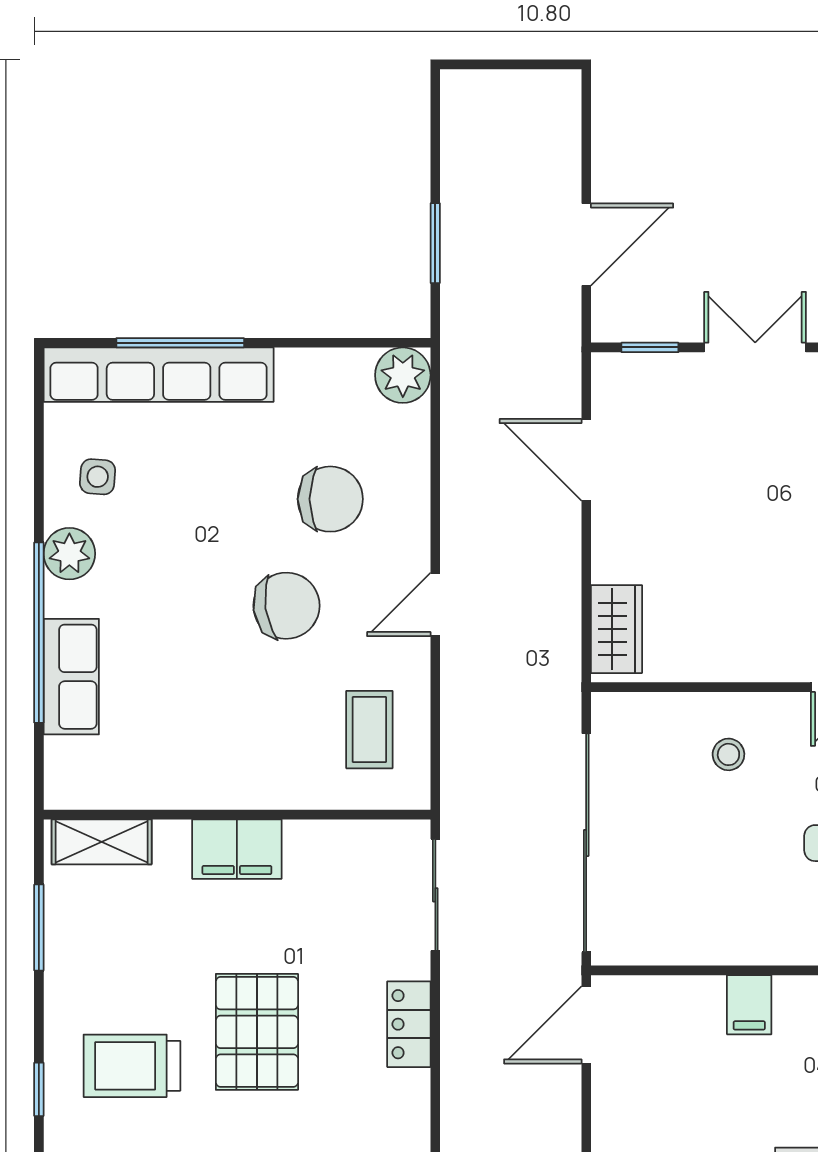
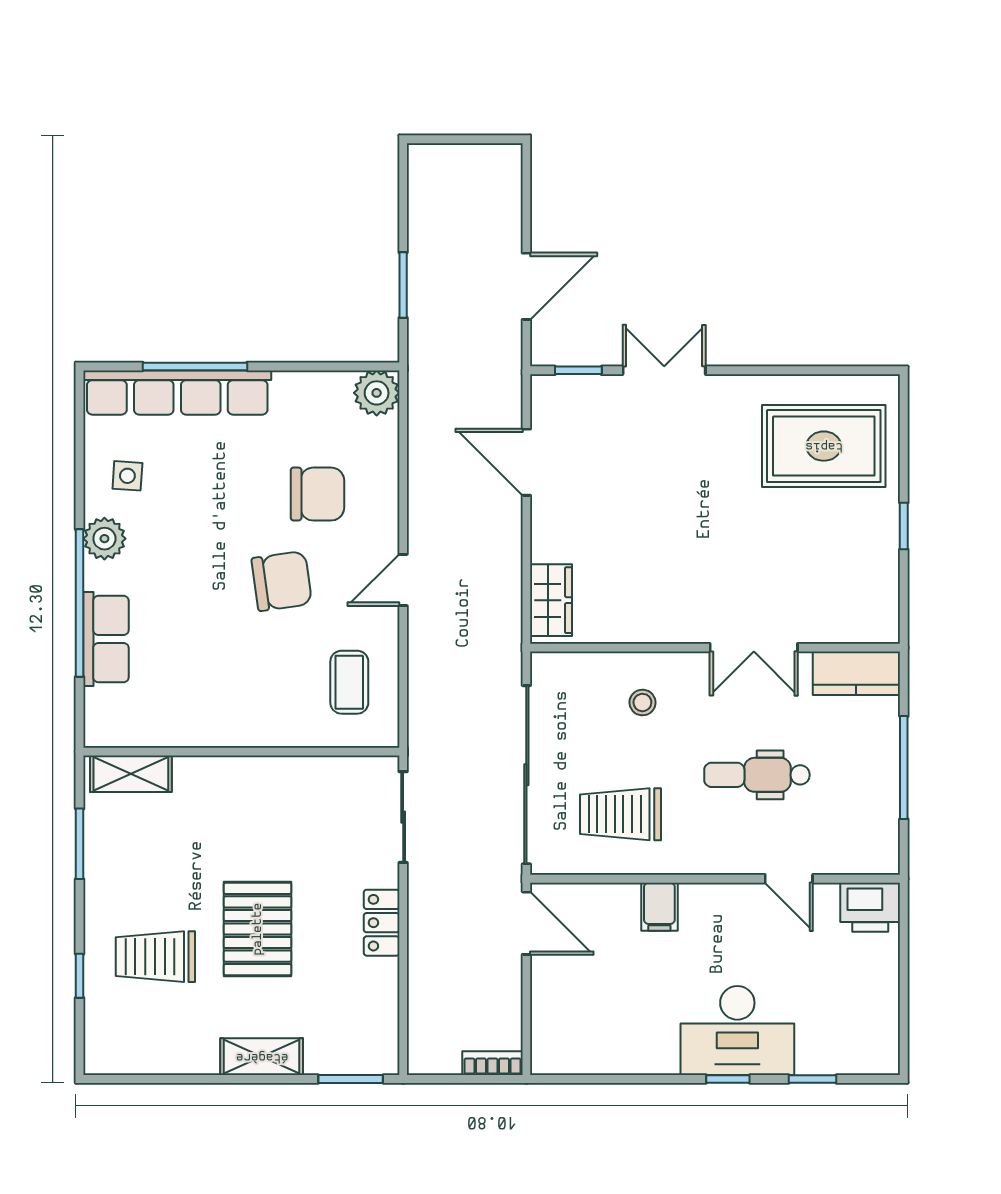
filing cabinet: (237, 849) -> (241, 780), removed
trolley: (701, 891) -> (620, 814), added
door: (586, 1025) -> (526, 923), swing flipped

